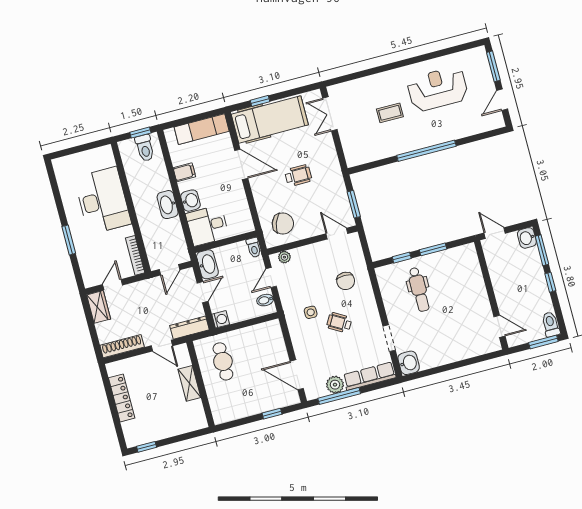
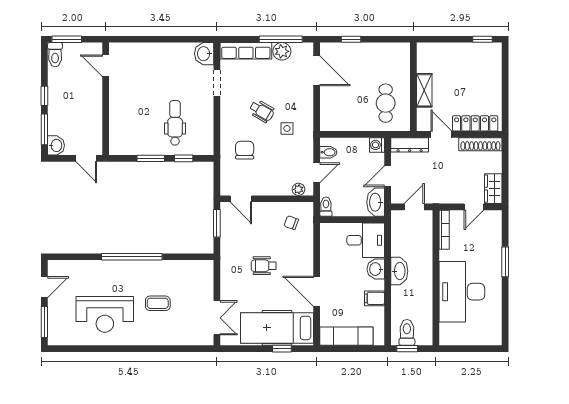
chair: (283, 223) -> (291, 223), width x0.54, depth x0.54
locker: (122, 398) -> (475, 123), moved, turned 90

